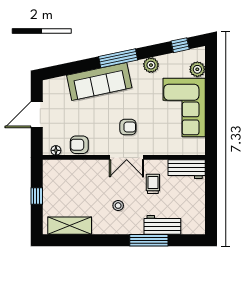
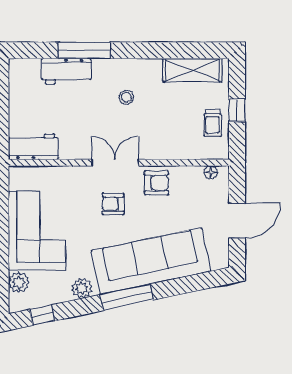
sofa: (99, 82) -> (151, 261), width x1.36, depth x1.27
armchair: (79, 145) -> (156, 183), moved
trolley: (153, 184) -> (212, 123), moved

